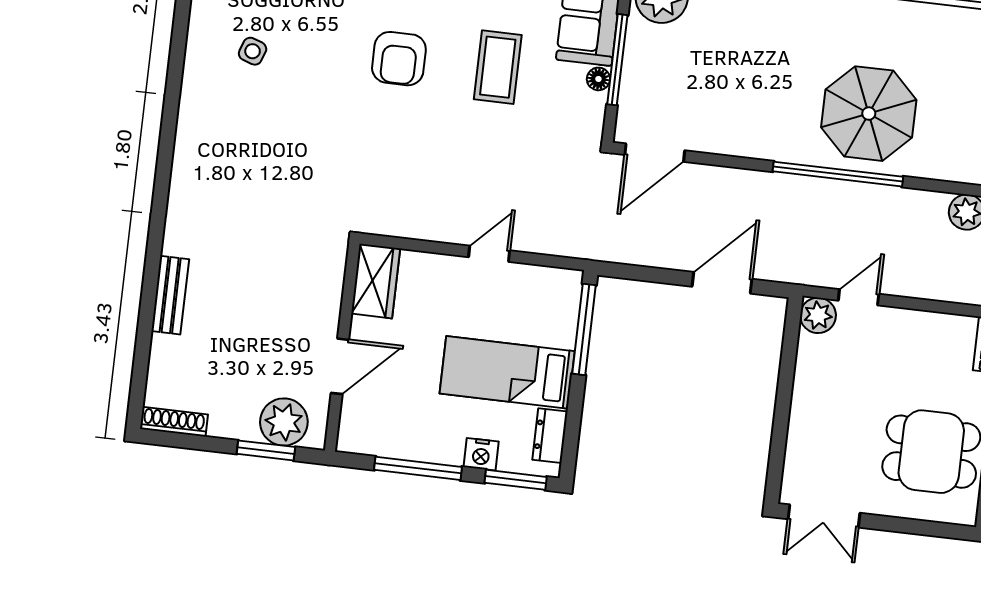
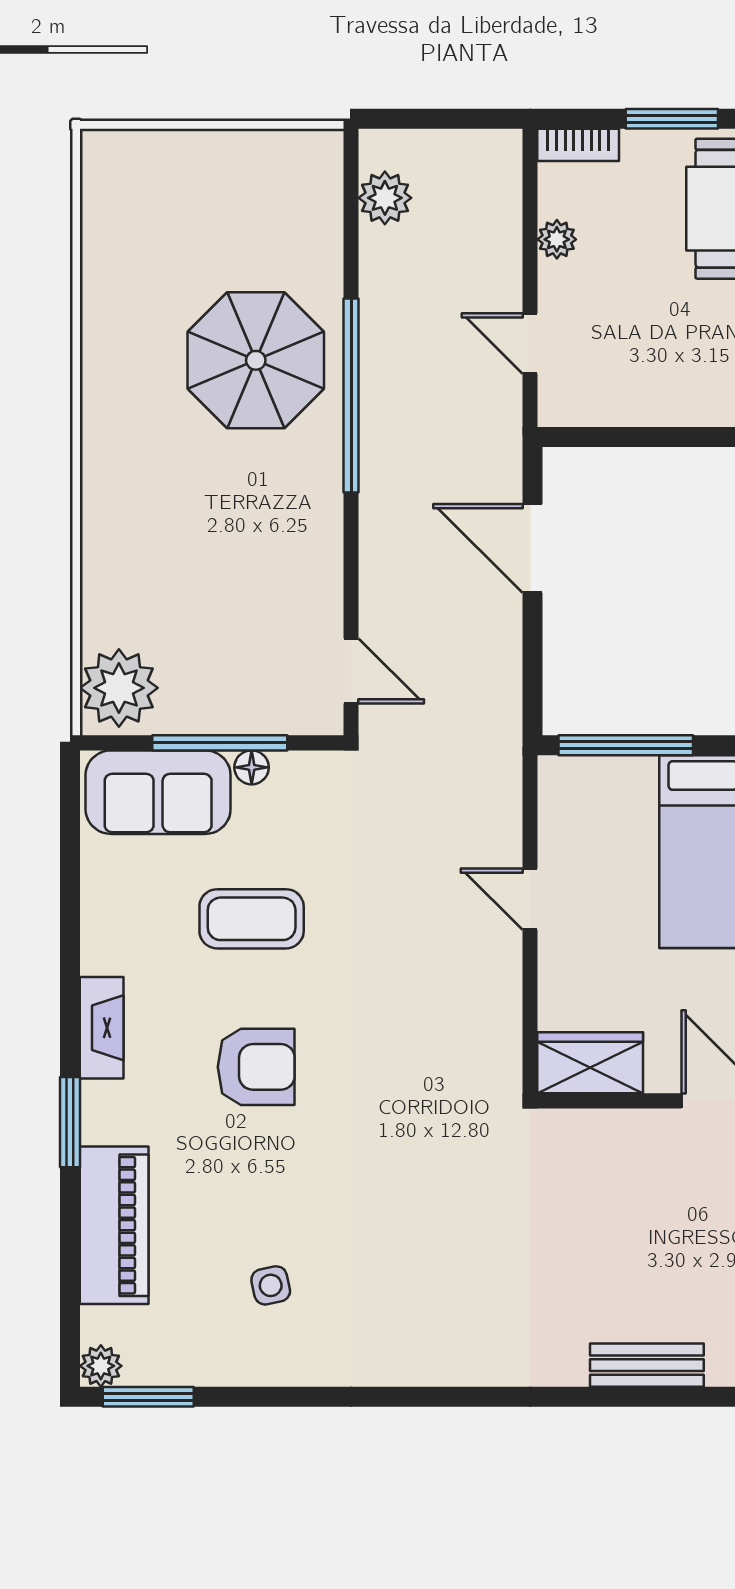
side table: (253, 51) -> (271, 1285), turned -31
door: (655, 153) -> (351, 671), width x0.73
plant: (818, 315) -> (557, 239), moved, width x0.73, depth x0.73

